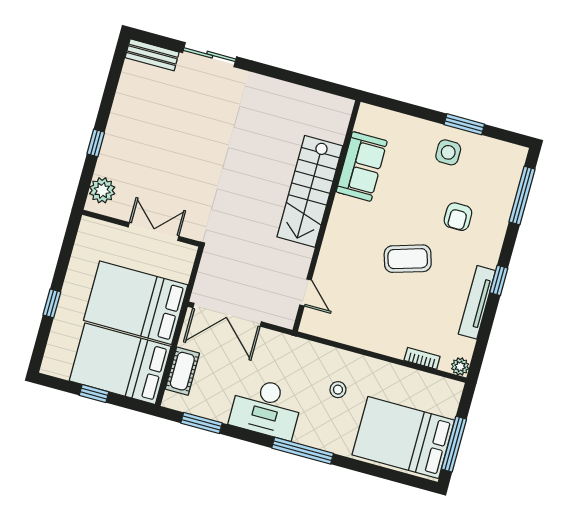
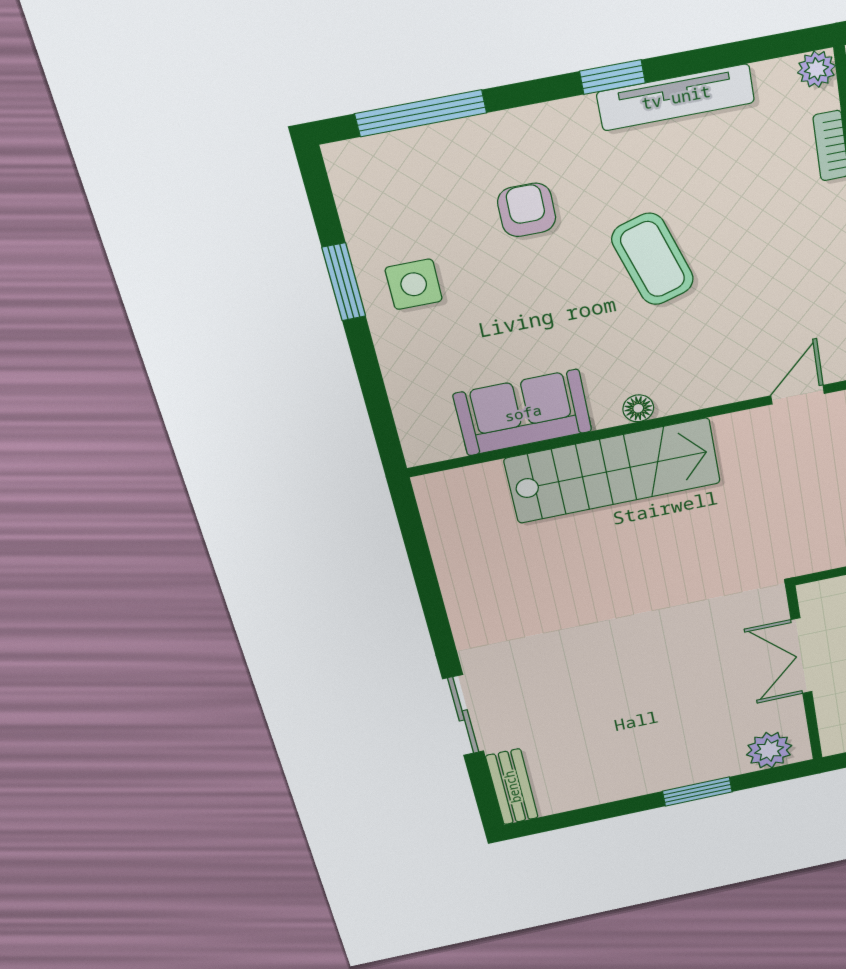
window: (96, 143) -> (697, 792), width x1.50
armchair: (458, 217) -> (527, 210), turned -90
floor lamp: (337, 218) -> (638, 408), added

